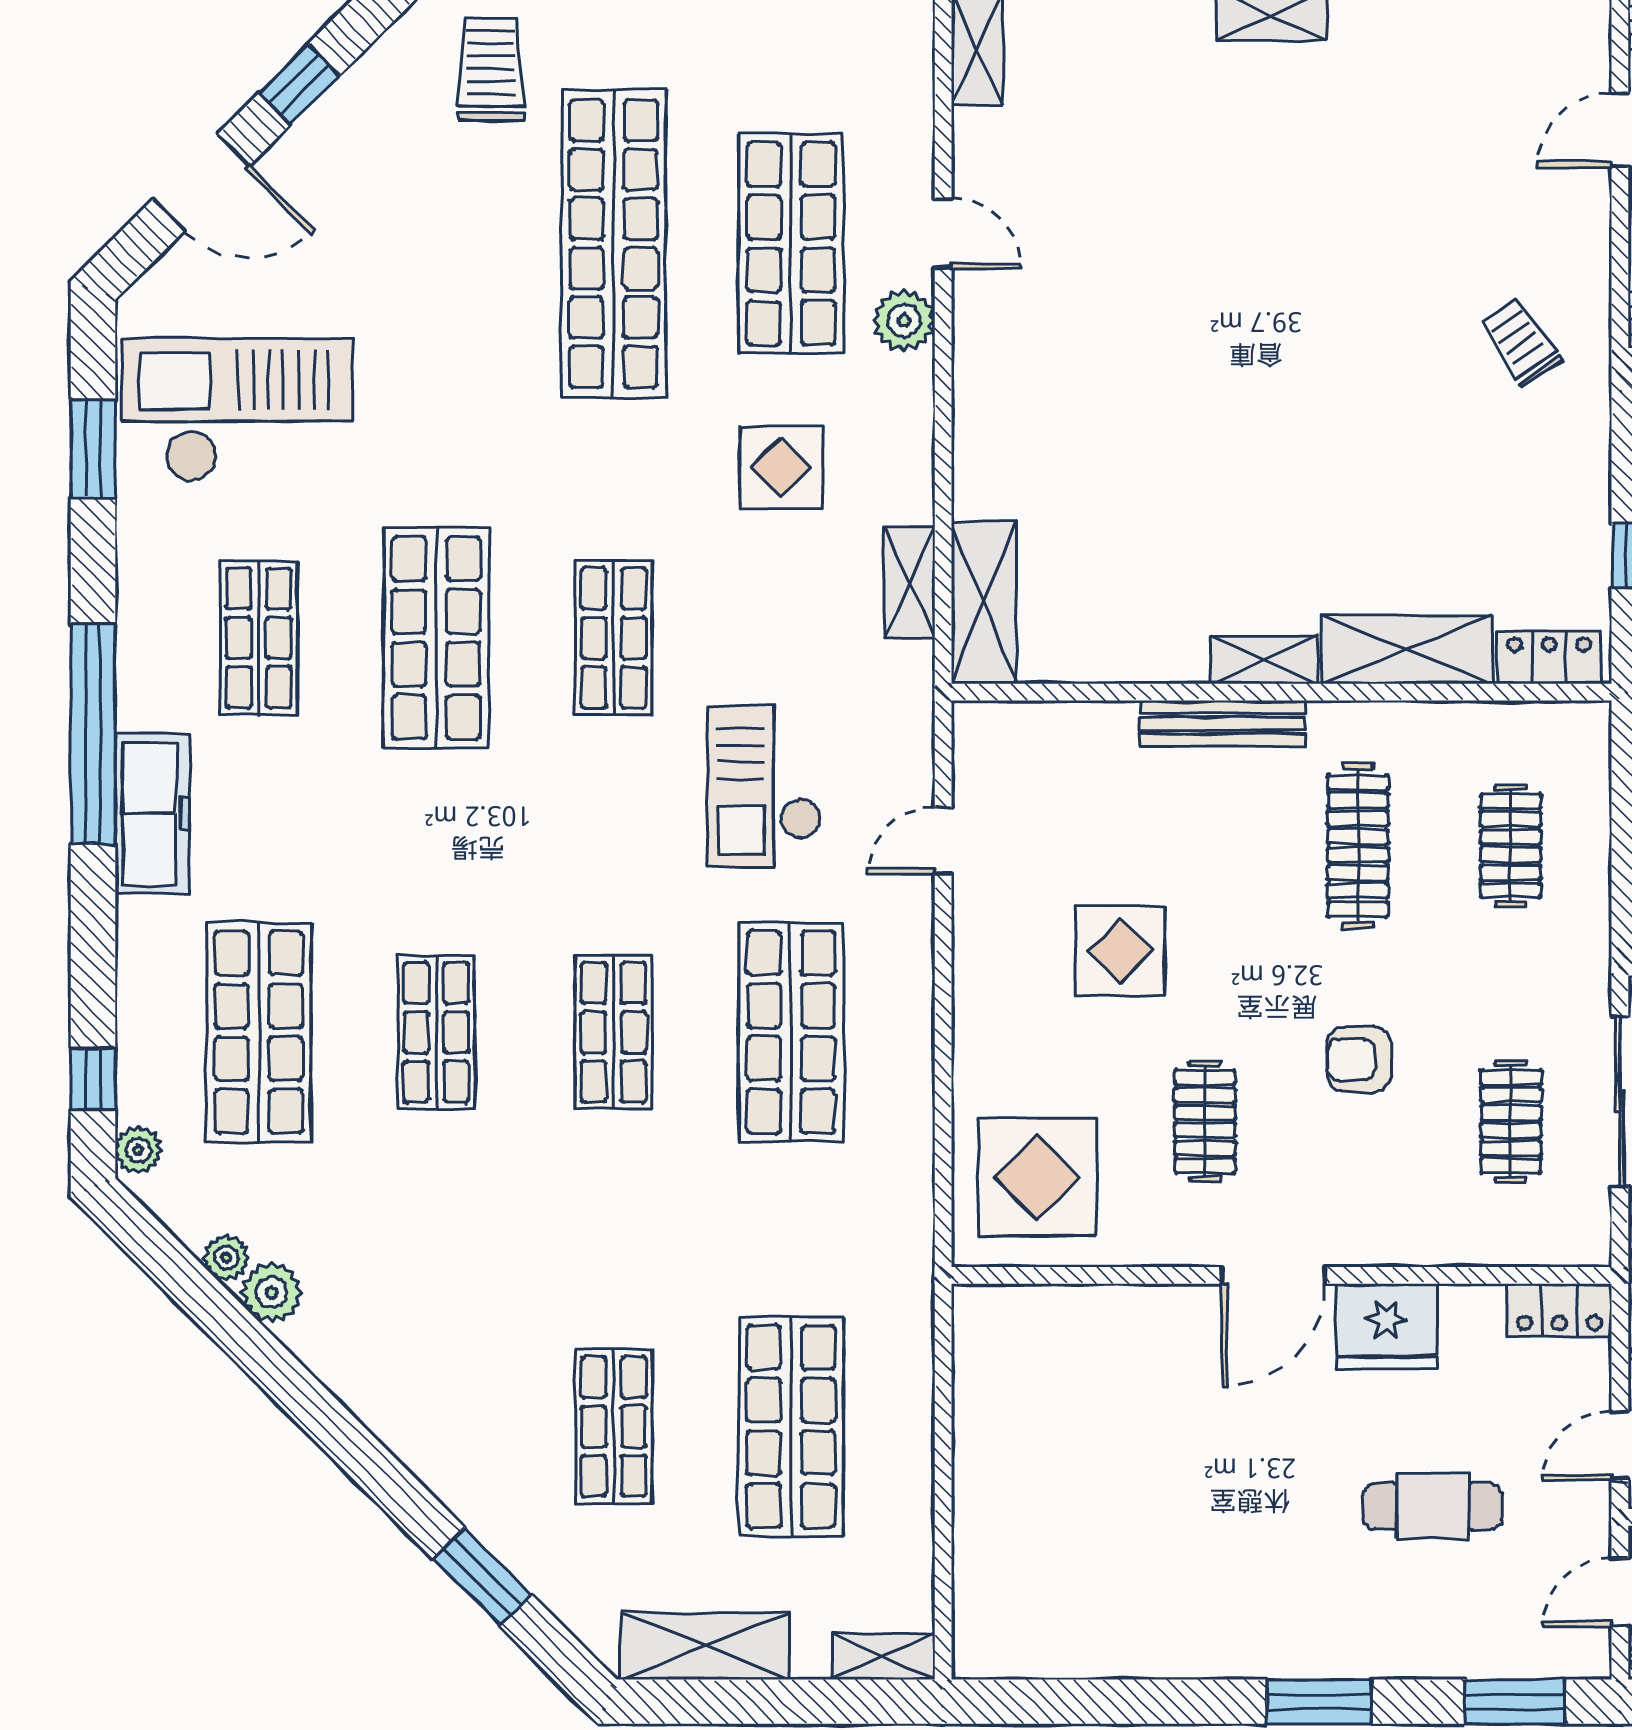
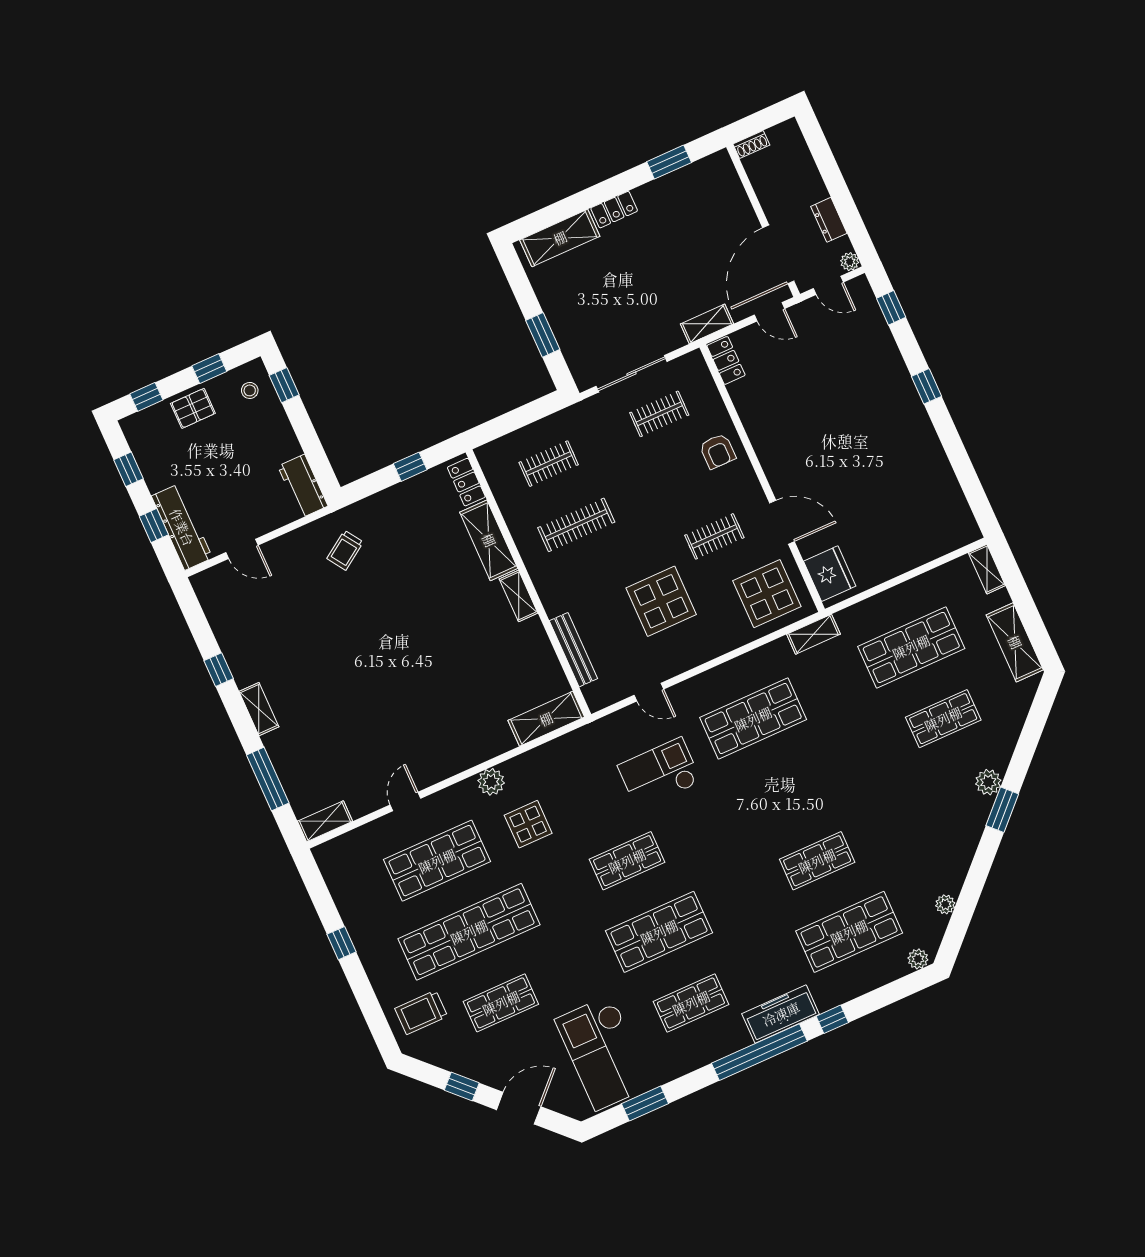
door: (201, 182) -> (519, 1108), hinge flipped
plant: (904, 320) -> (491, 782), moved
shelving: (910, 582) -> (814, 634), moved
bench: (1223, 723) -> (573, 650), moved
checkout: (764, 786) -> (659, 774), turned 180
display table: (1120, 951) -> (661, 601), width x1.36, depth x1.36
shop shelf: (614, 1032) -> (501, 1003), moved
armchair: (1359, 1059) -> (718, 451), moved
window: (93, 1079) -> (832, 1019), moved
door: (1274, 1275) -> (782, 522), moved
plant: (272, 1293) -> (988, 782), moved
fridge: (1387, 1326) -> (830, 574), moved
cafe table: (1433, 1506) -> (828, 376), removed
window: (482, 1577) -> (1002, 810), moved
window: (1319, 1702) -> (926, 386), width x0.67
window: (1515, 1702) -> (891, 308), width x0.67

